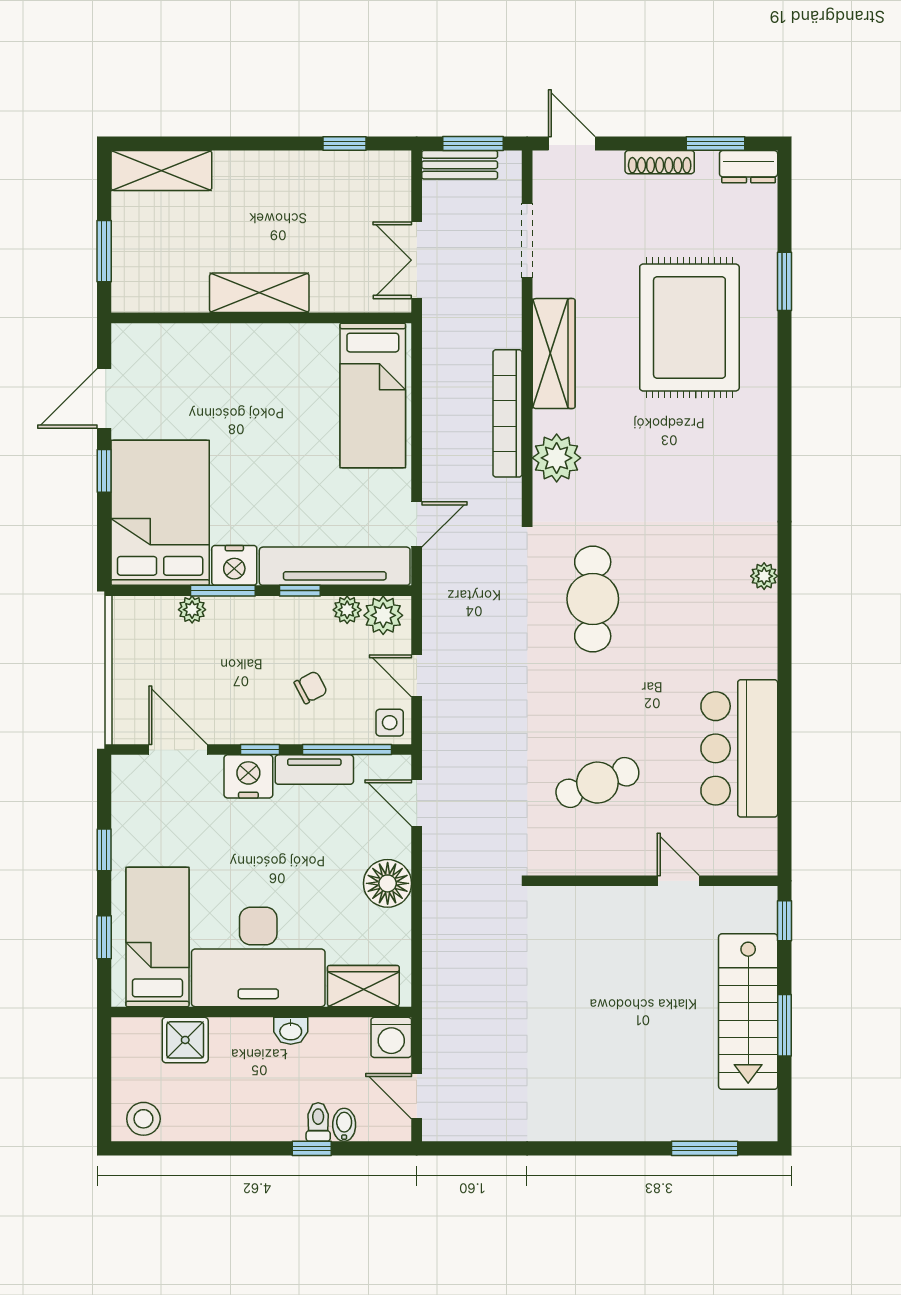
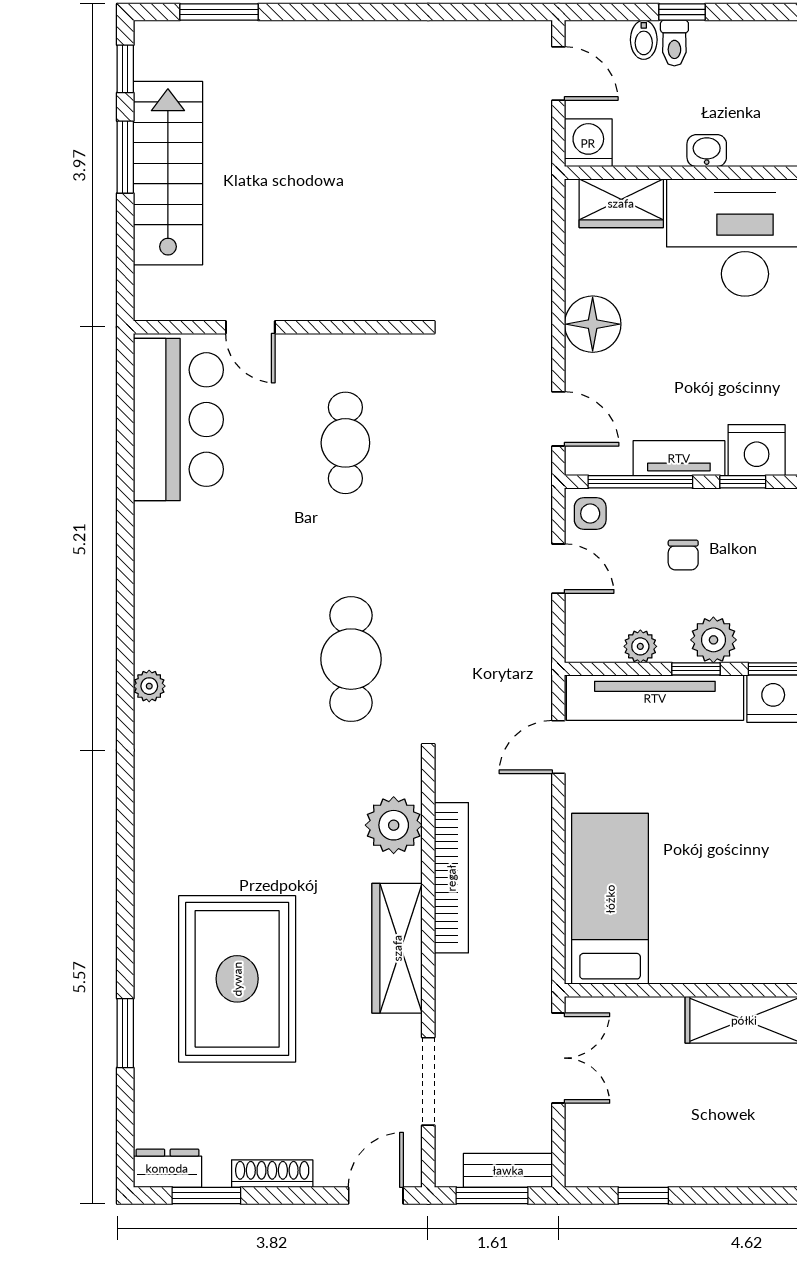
door: (572, 143) -> (376, 1196), swing flipped
plant: (383, 615) -> (713, 640), moved
chair: (311, 687) -> (683, 555), turned -62
bar counter: (739, 748) -> (178, 420), moved
cafe table: (597, 783) -> (345, 443), turned -69
window: (784, 921) -> (125, 69), moved

